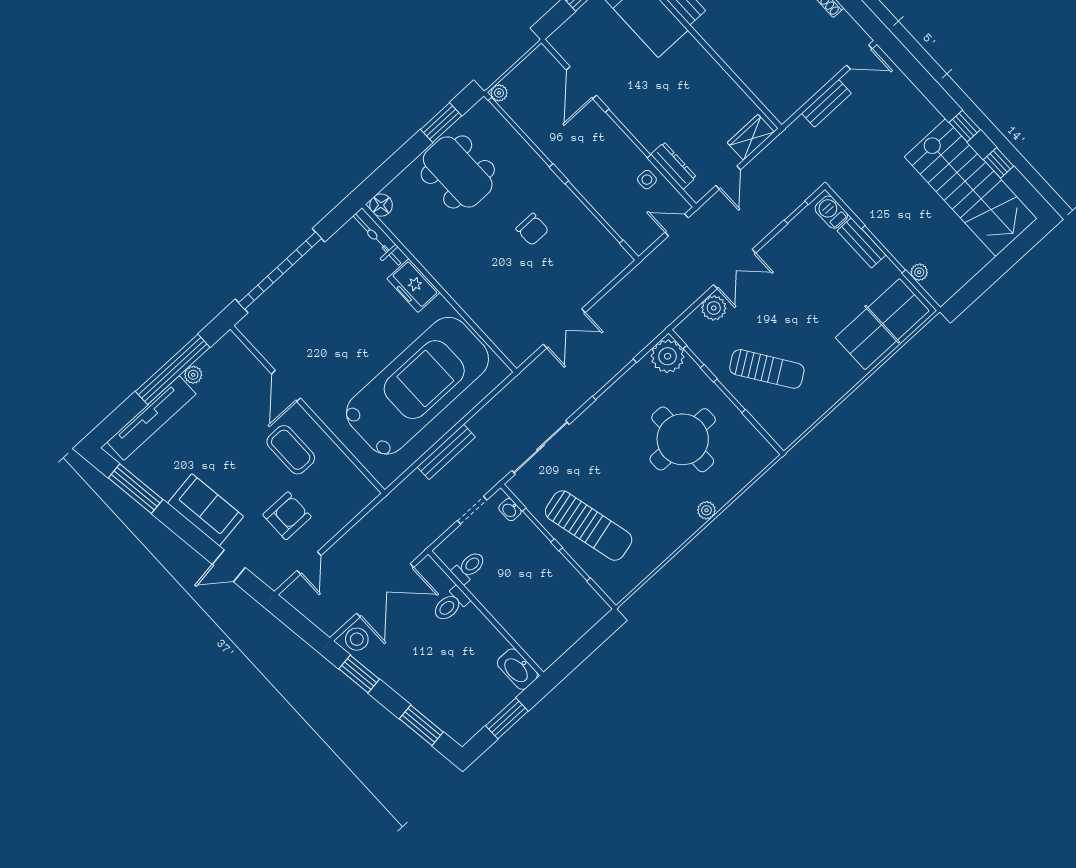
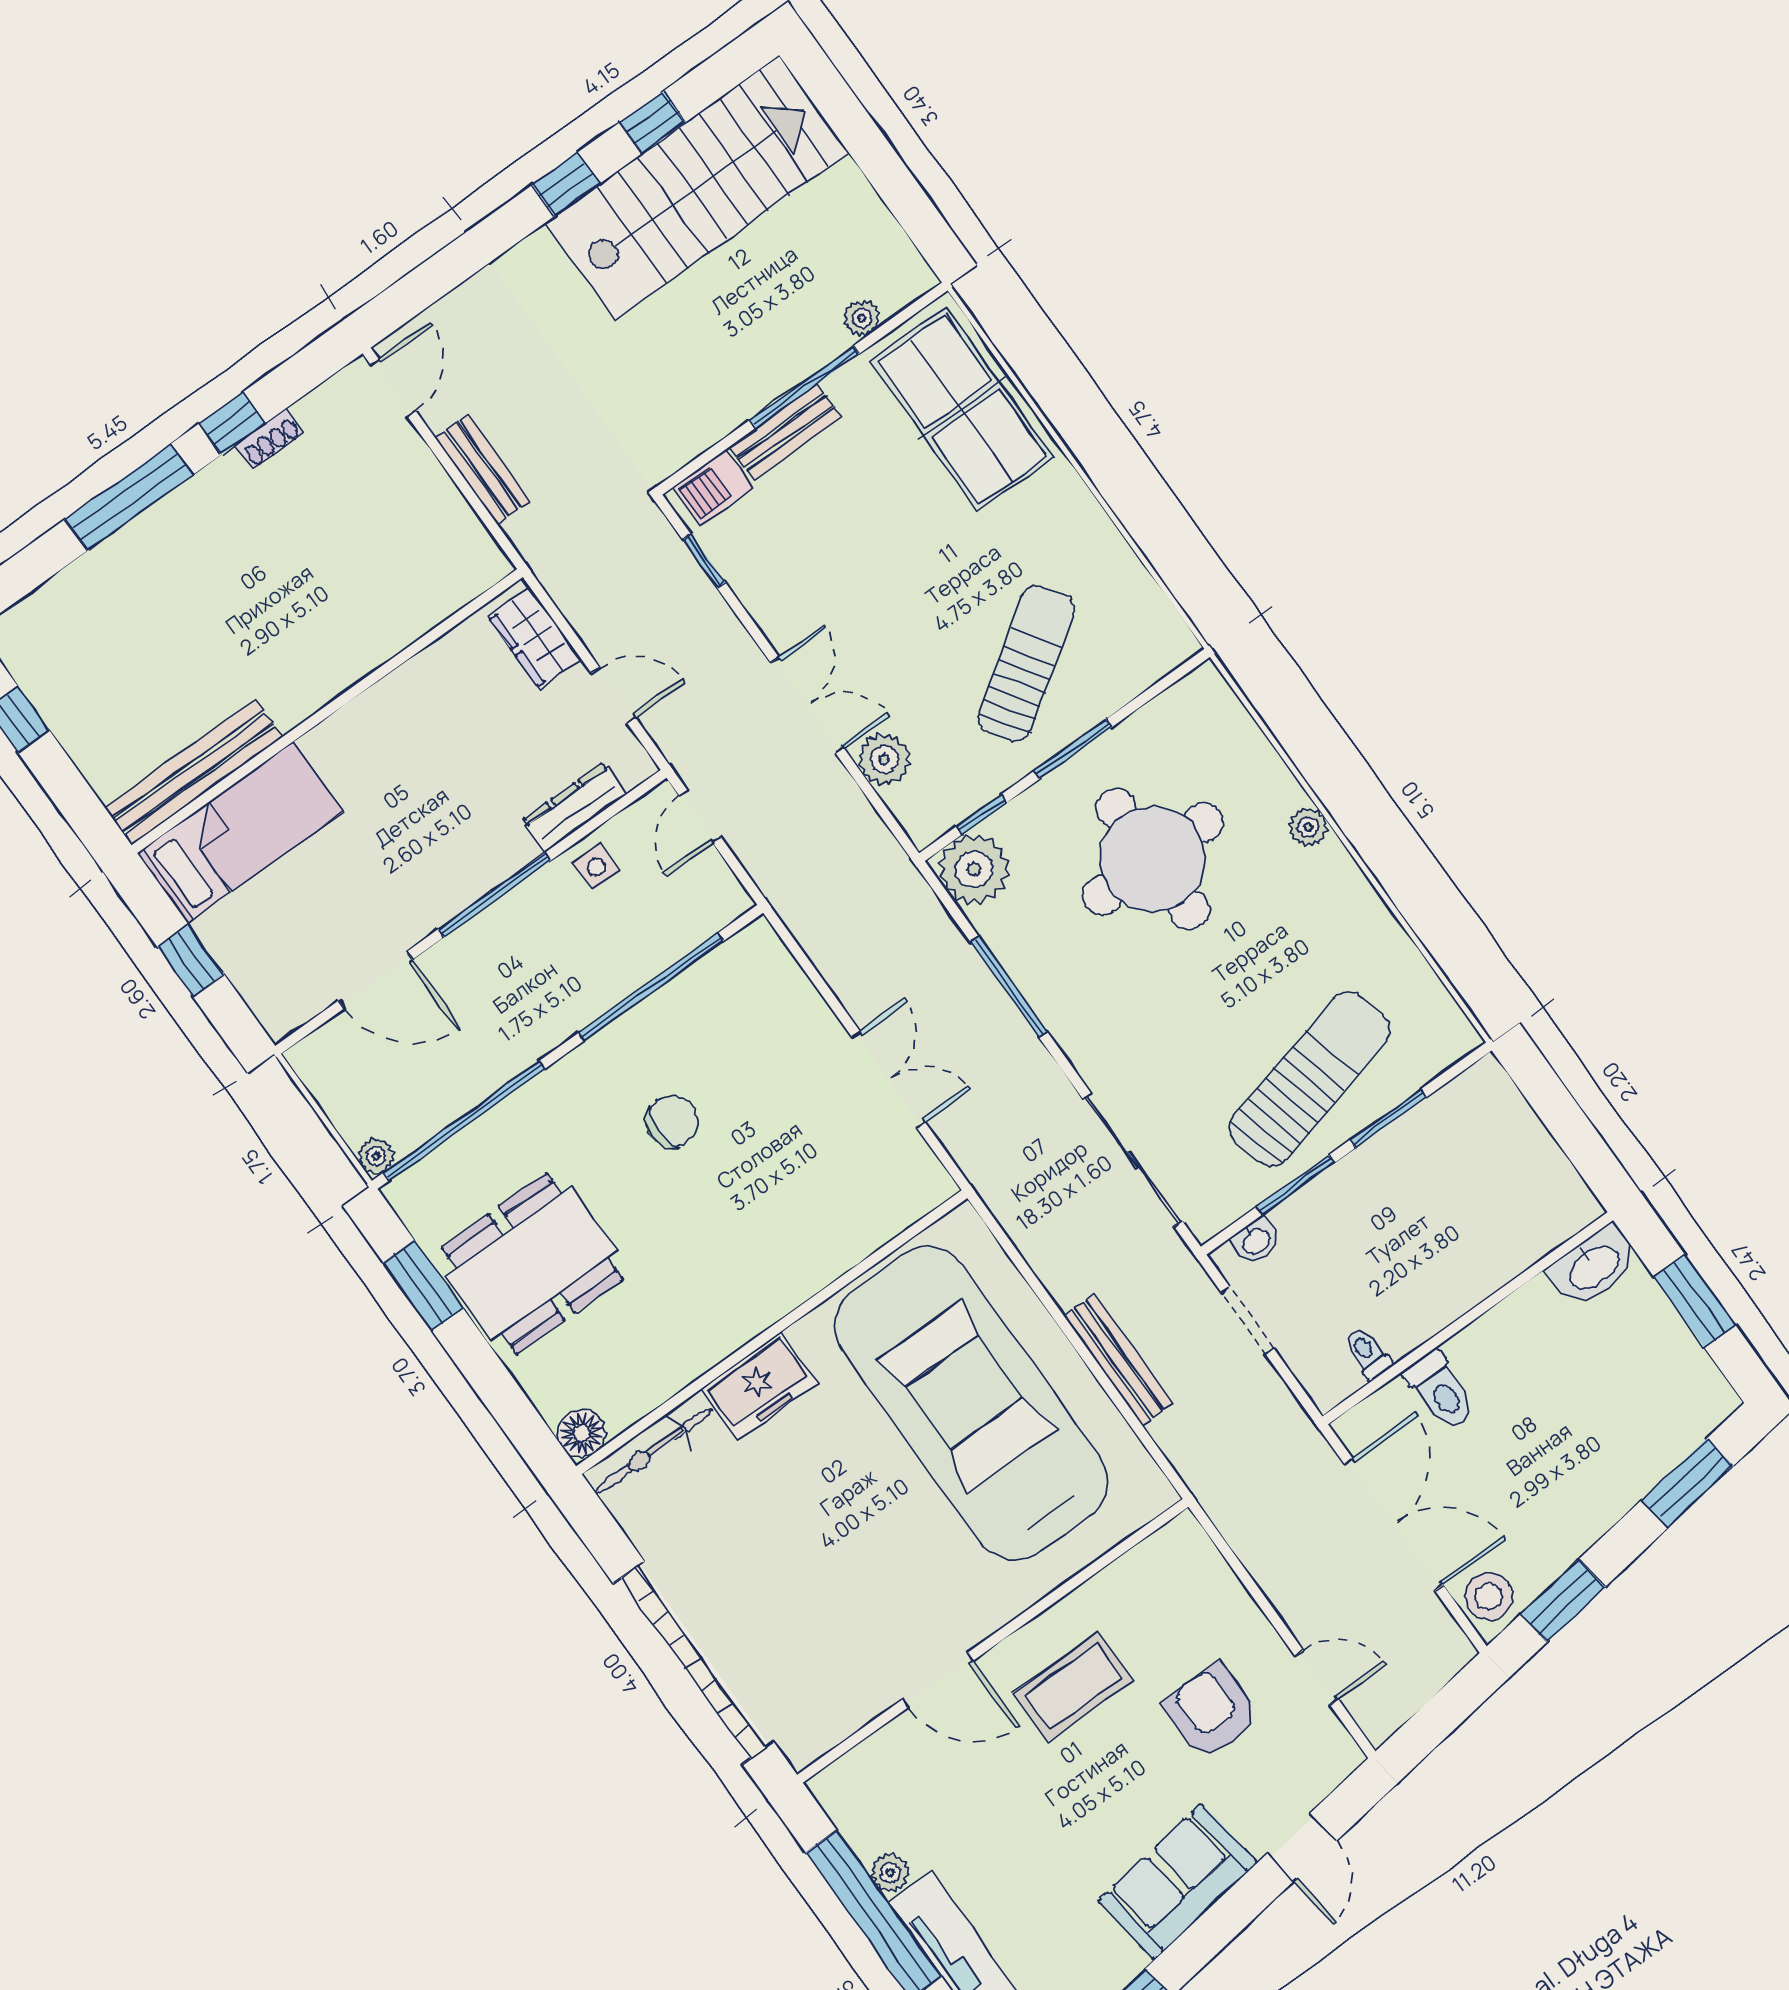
toilet: (469, 567) -> (1367, 1353), width x0.73, depth x0.72

